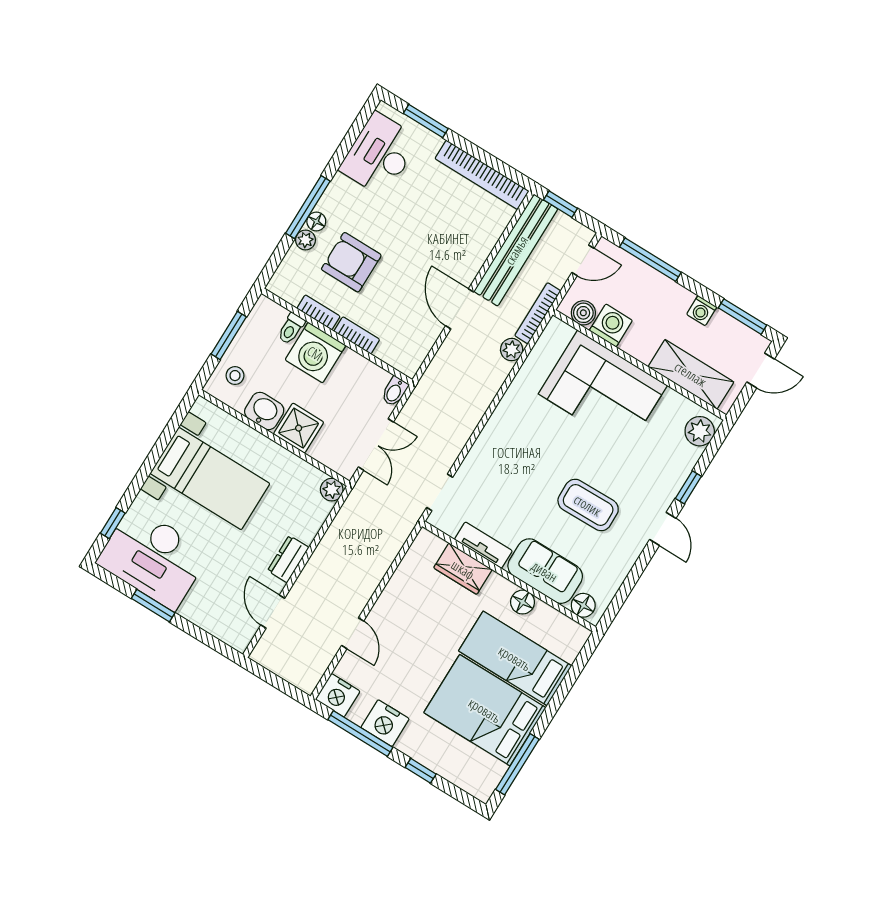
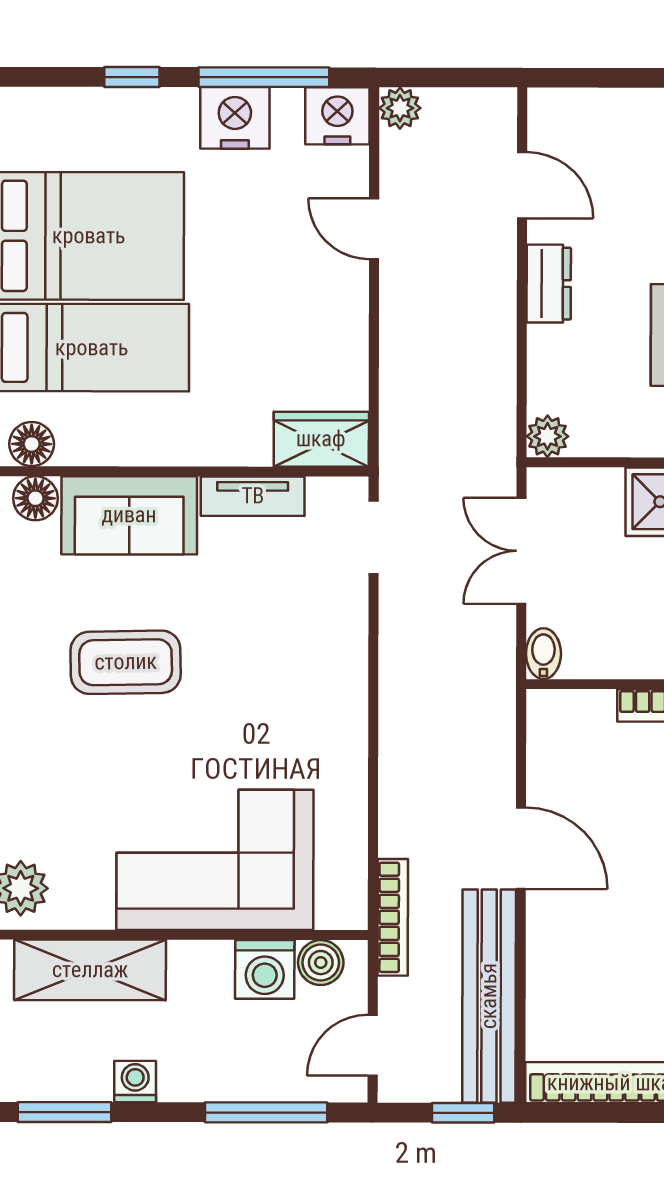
plant: (512, 350) -> (400, 108), moved
wardrobe: (463, 569) -> (321, 439), moved
floor lamp: (523, 602) -> (32, 444), moved

